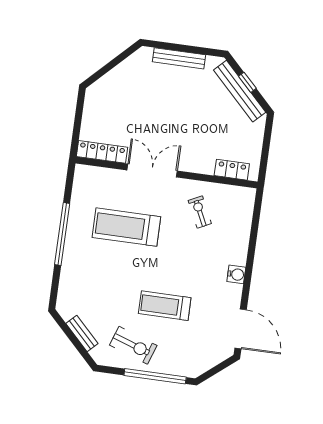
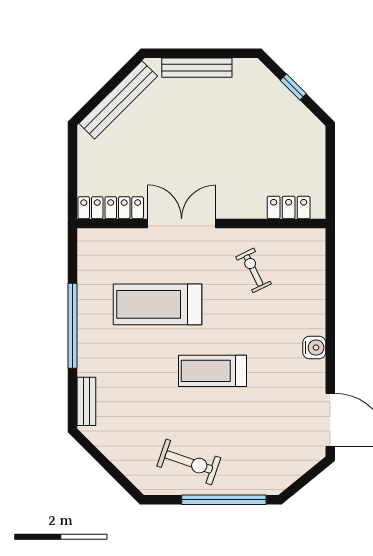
bench: (240, 91) -> (118, 100), moved, turned 90
treadmill: (165, 306) -> (213, 371), moved
bench: (82, 333) -> (86, 401), moved, turned 45

